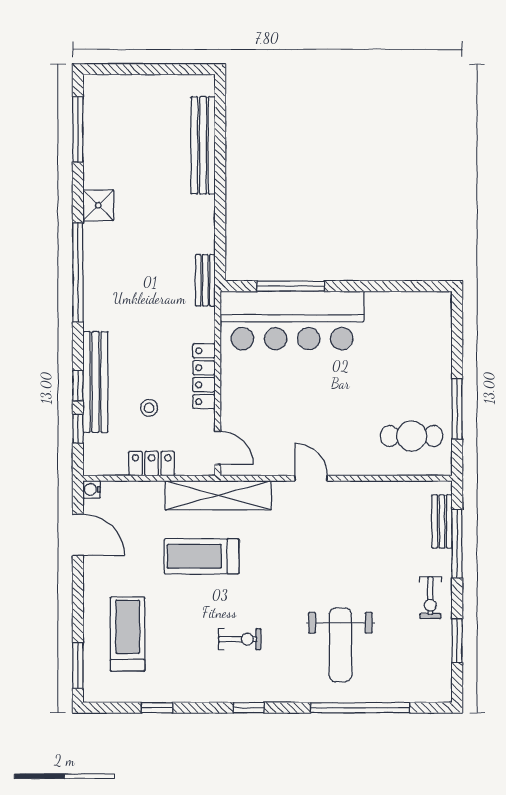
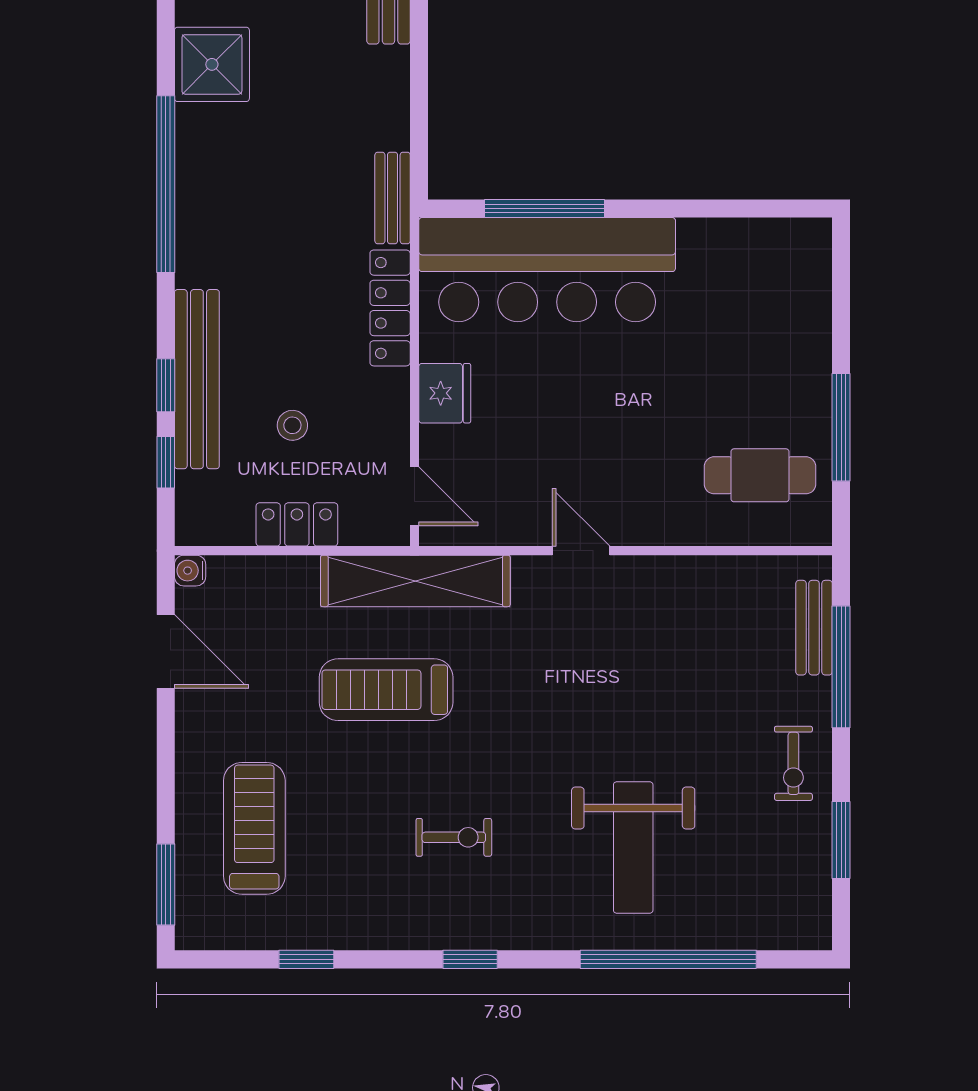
shower: (98, 205) -> (212, 64), width x1.36, depth x1.36
locker: (204, 376) -> (390, 308), moved
fridge: (235, 390) -> (445, 393), added

